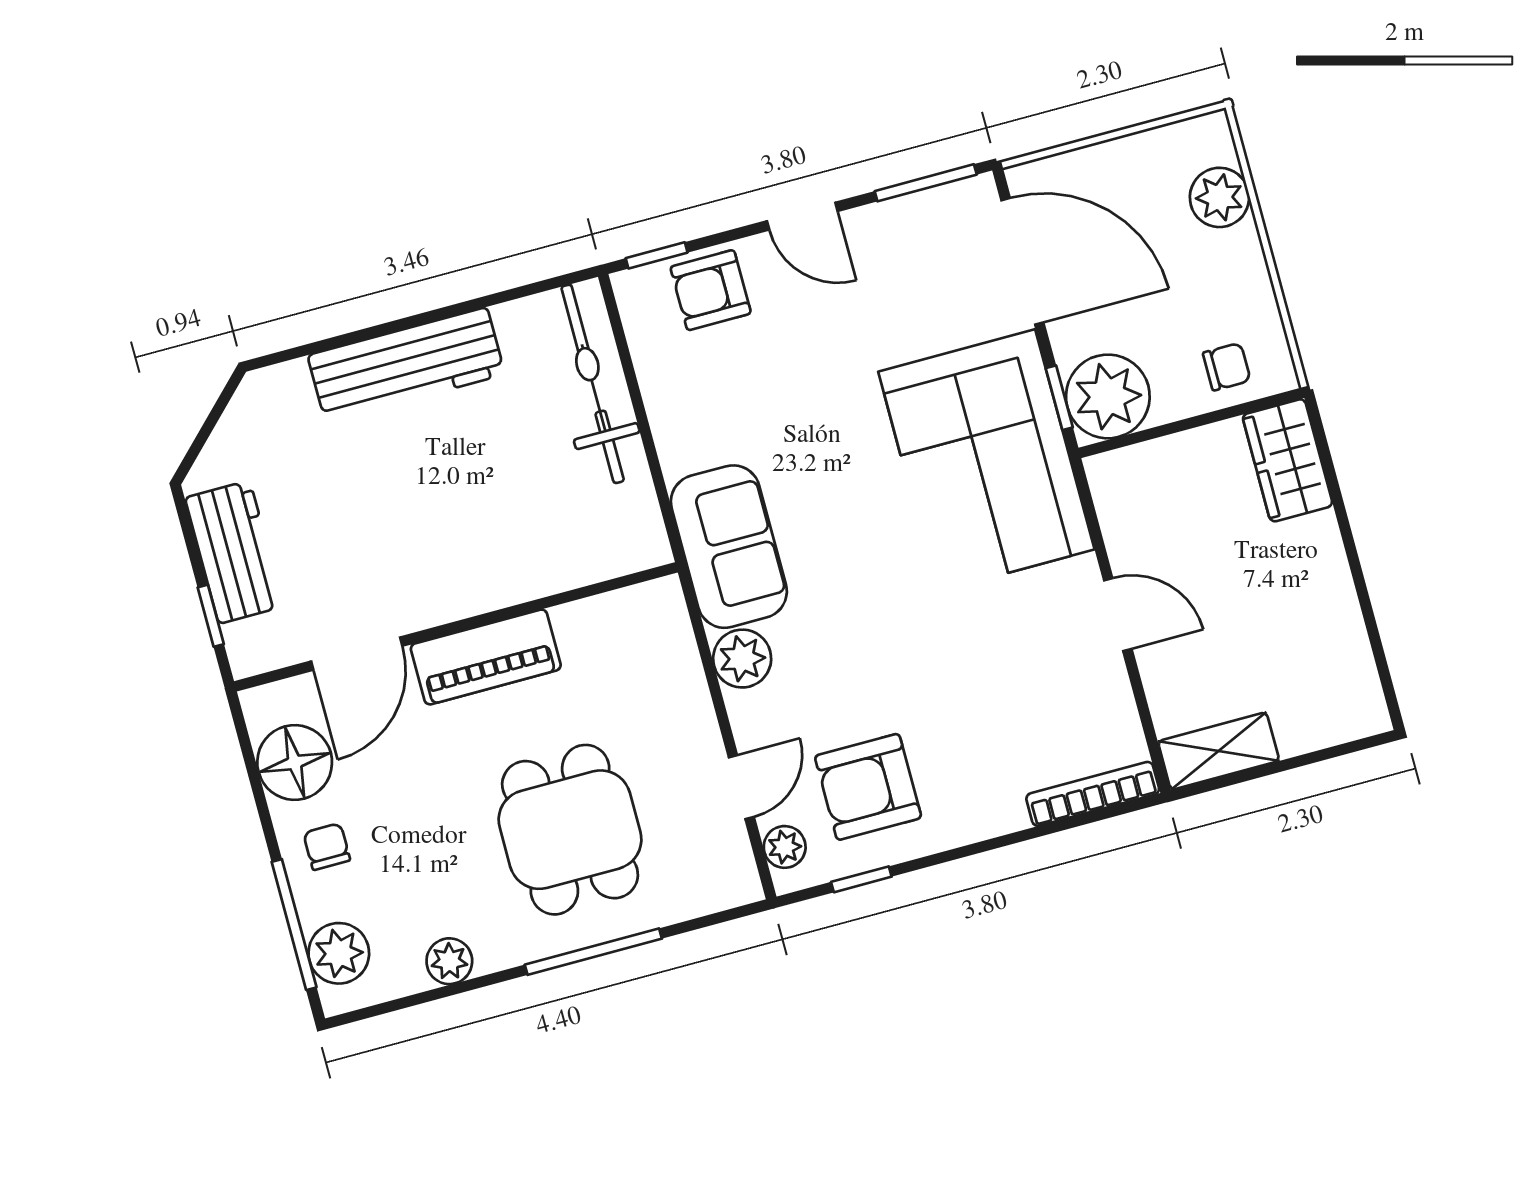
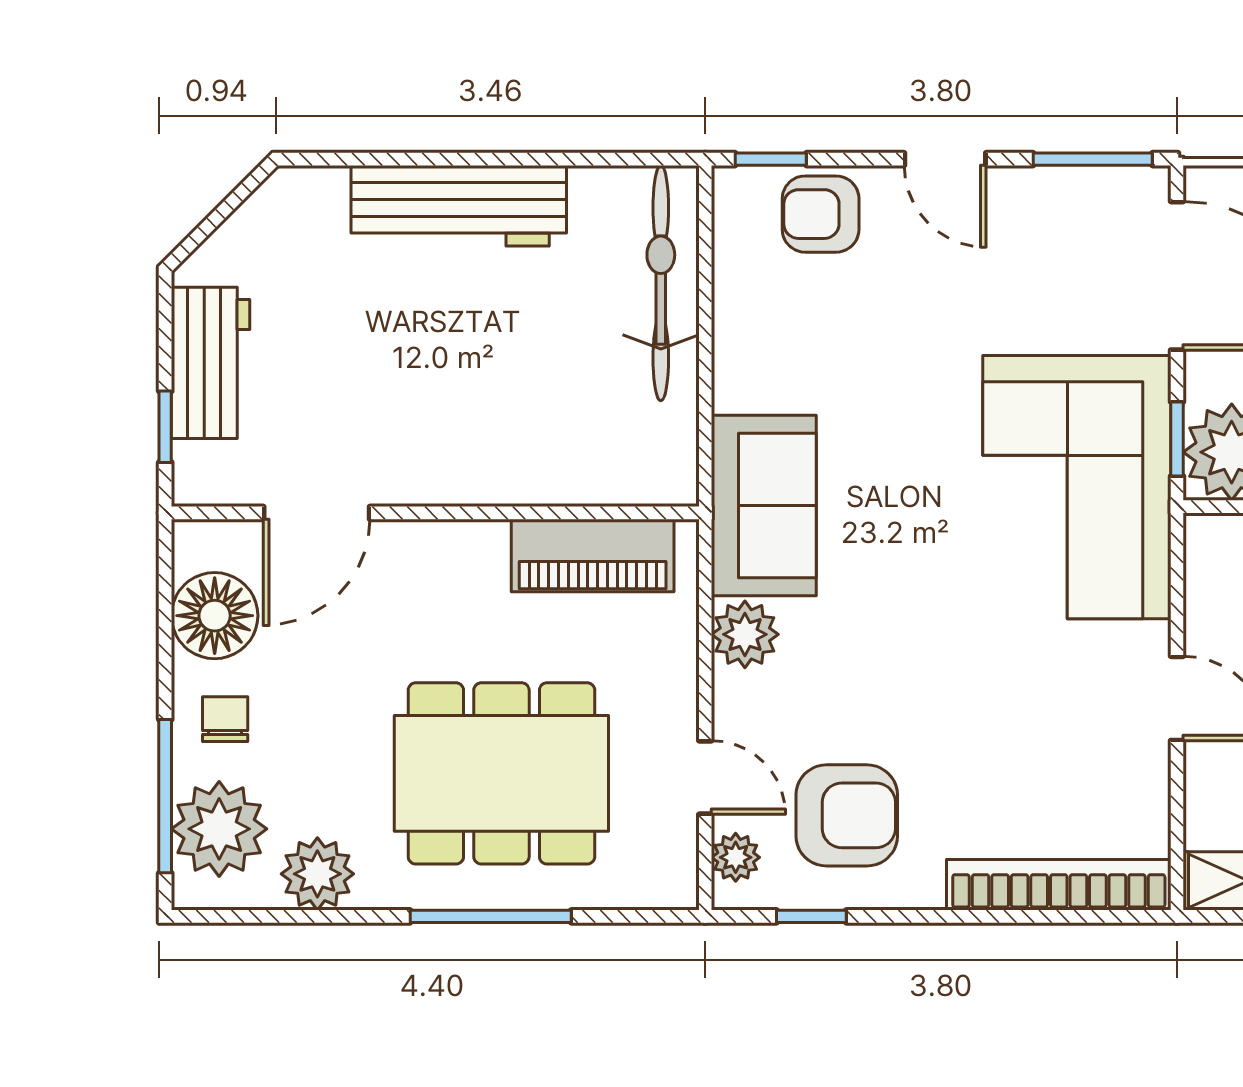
piano: (486, 657) -> (593, 555), moved
door: (741, 787) -> (705, 778), hinge flipped
armchair: (868, 787) -> (847, 815), turned 180
bookcase: (1093, 794) -> (1059, 885), width x1.48, depth x1.31
dining table: (570, 830) -> (501, 773), width x1.38
plant: (339, 953) -> (219, 829), width x1.36, depth x1.36
plant: (449, 961) -> (317, 874), width x1.38, depth x1.38

